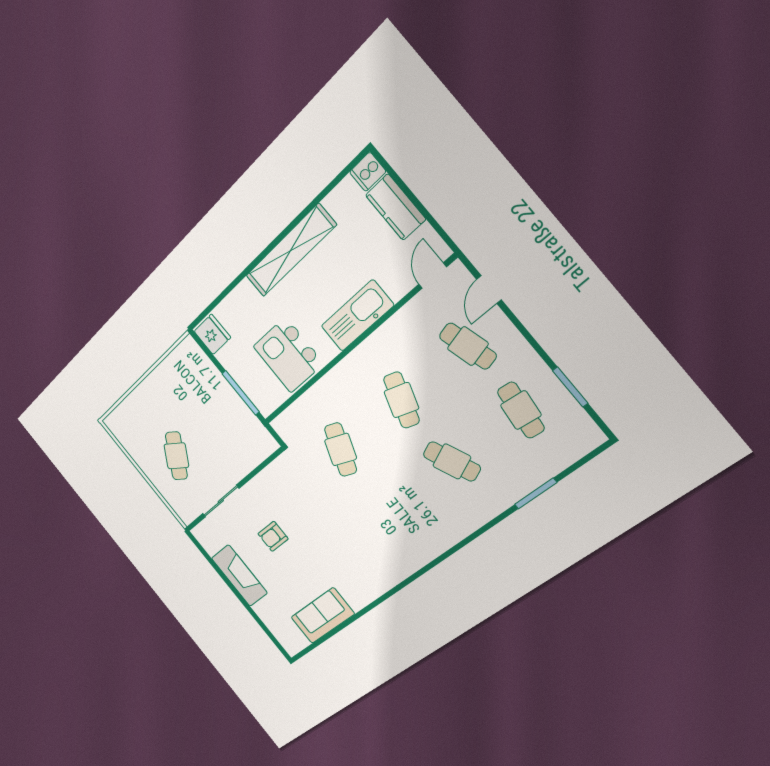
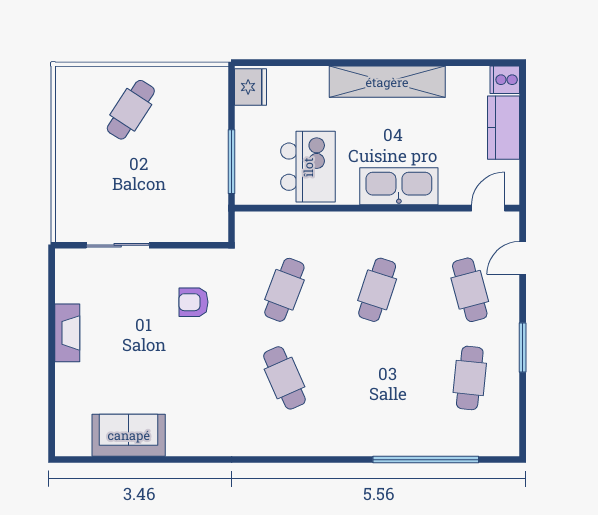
kitchen island: (288, 355) -> (308, 167), turned 180
window: (570, 387) -> (523, 347), moved
cafe table: (176, 456) -> (131, 110), moved
cafe table: (452, 461) -> (284, 378), moved
window: (536, 494) -> (426, 460), width x2.11
armchair: (273, 536) -> (194, 302), moved
fireplace: (239, 575) -> (67, 333), width x0.73, depth x0.76

